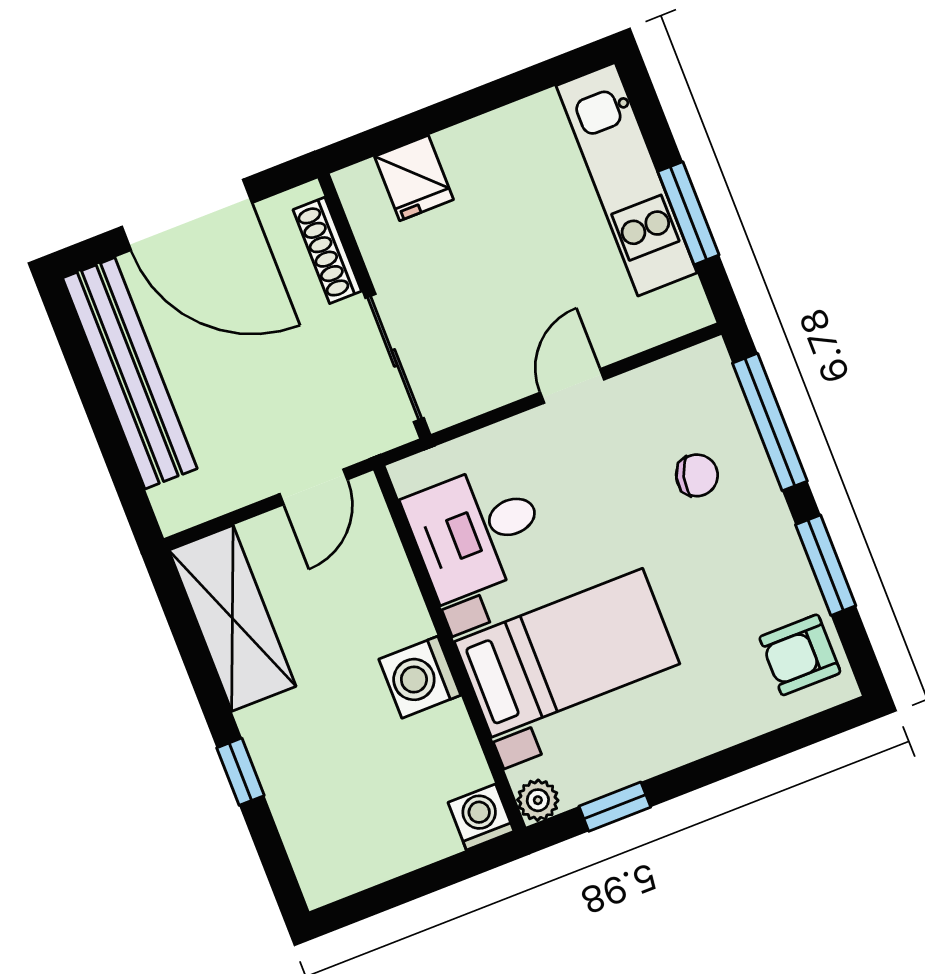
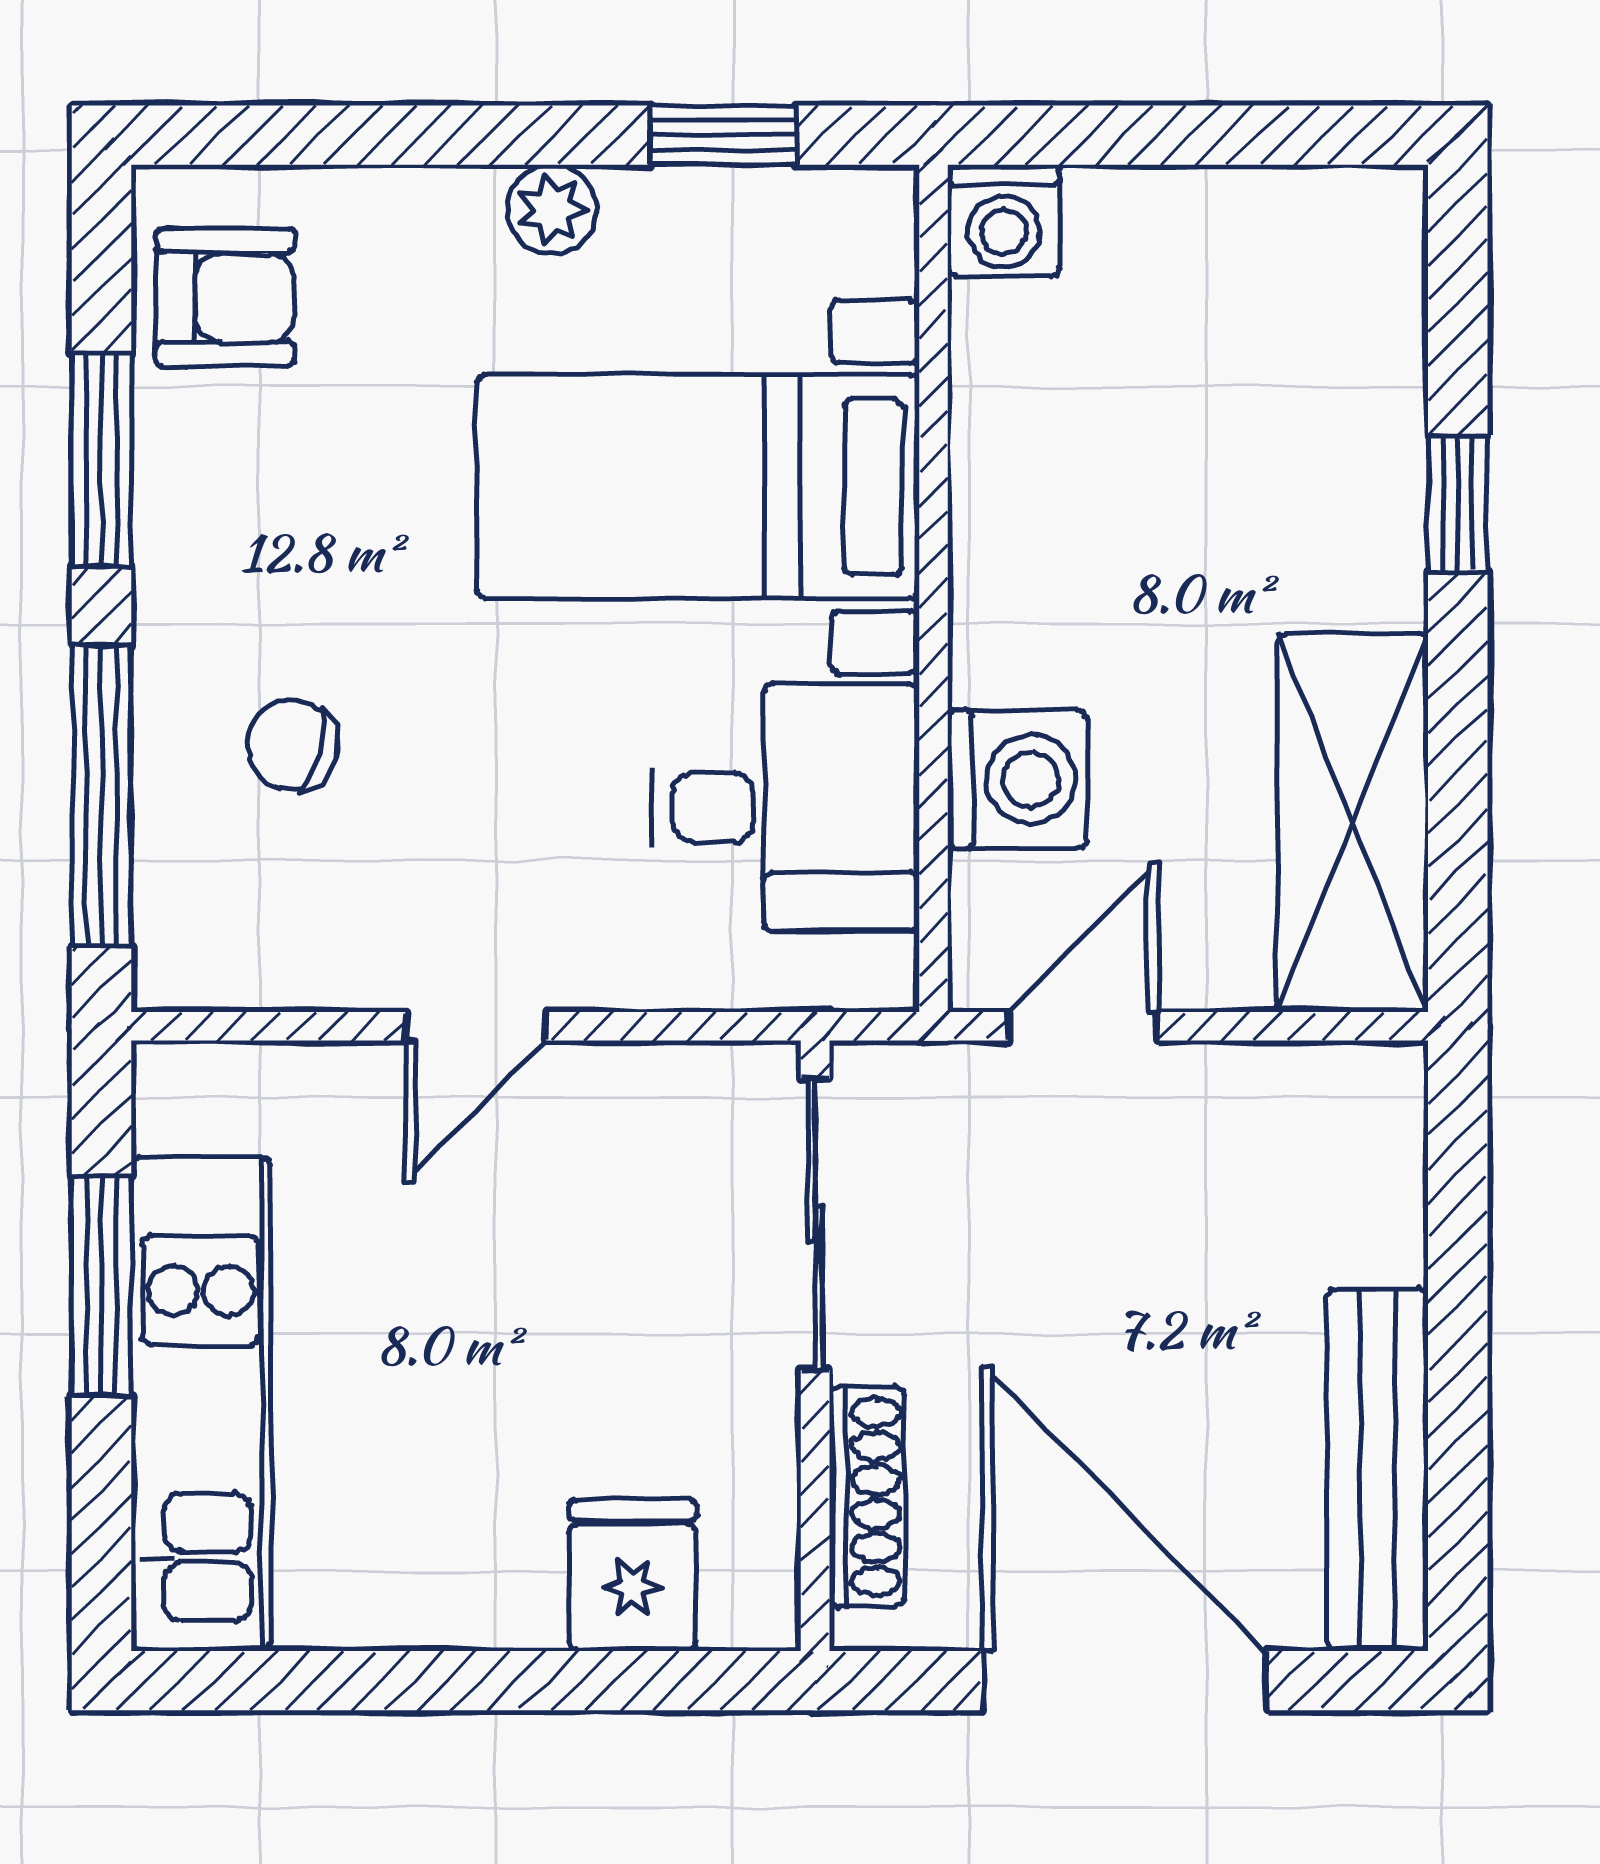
bench: (130, 373) -> (1377, 1470), width x0.73, depth x0.82
washing machine: (420, 677) -> (1017, 779), moved
plant: (538, 800) -> (552, 210), moved

